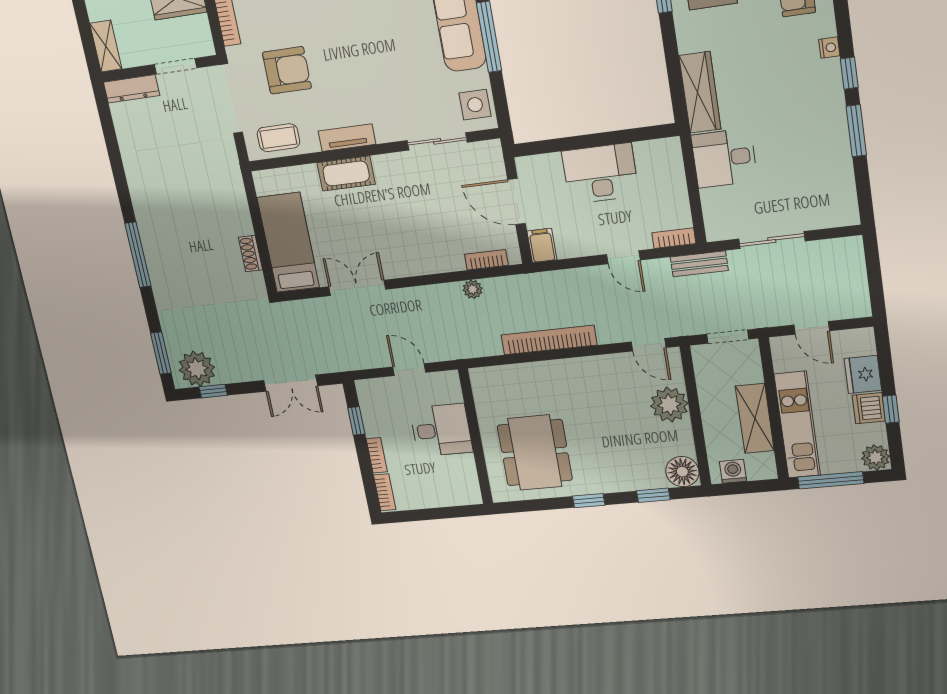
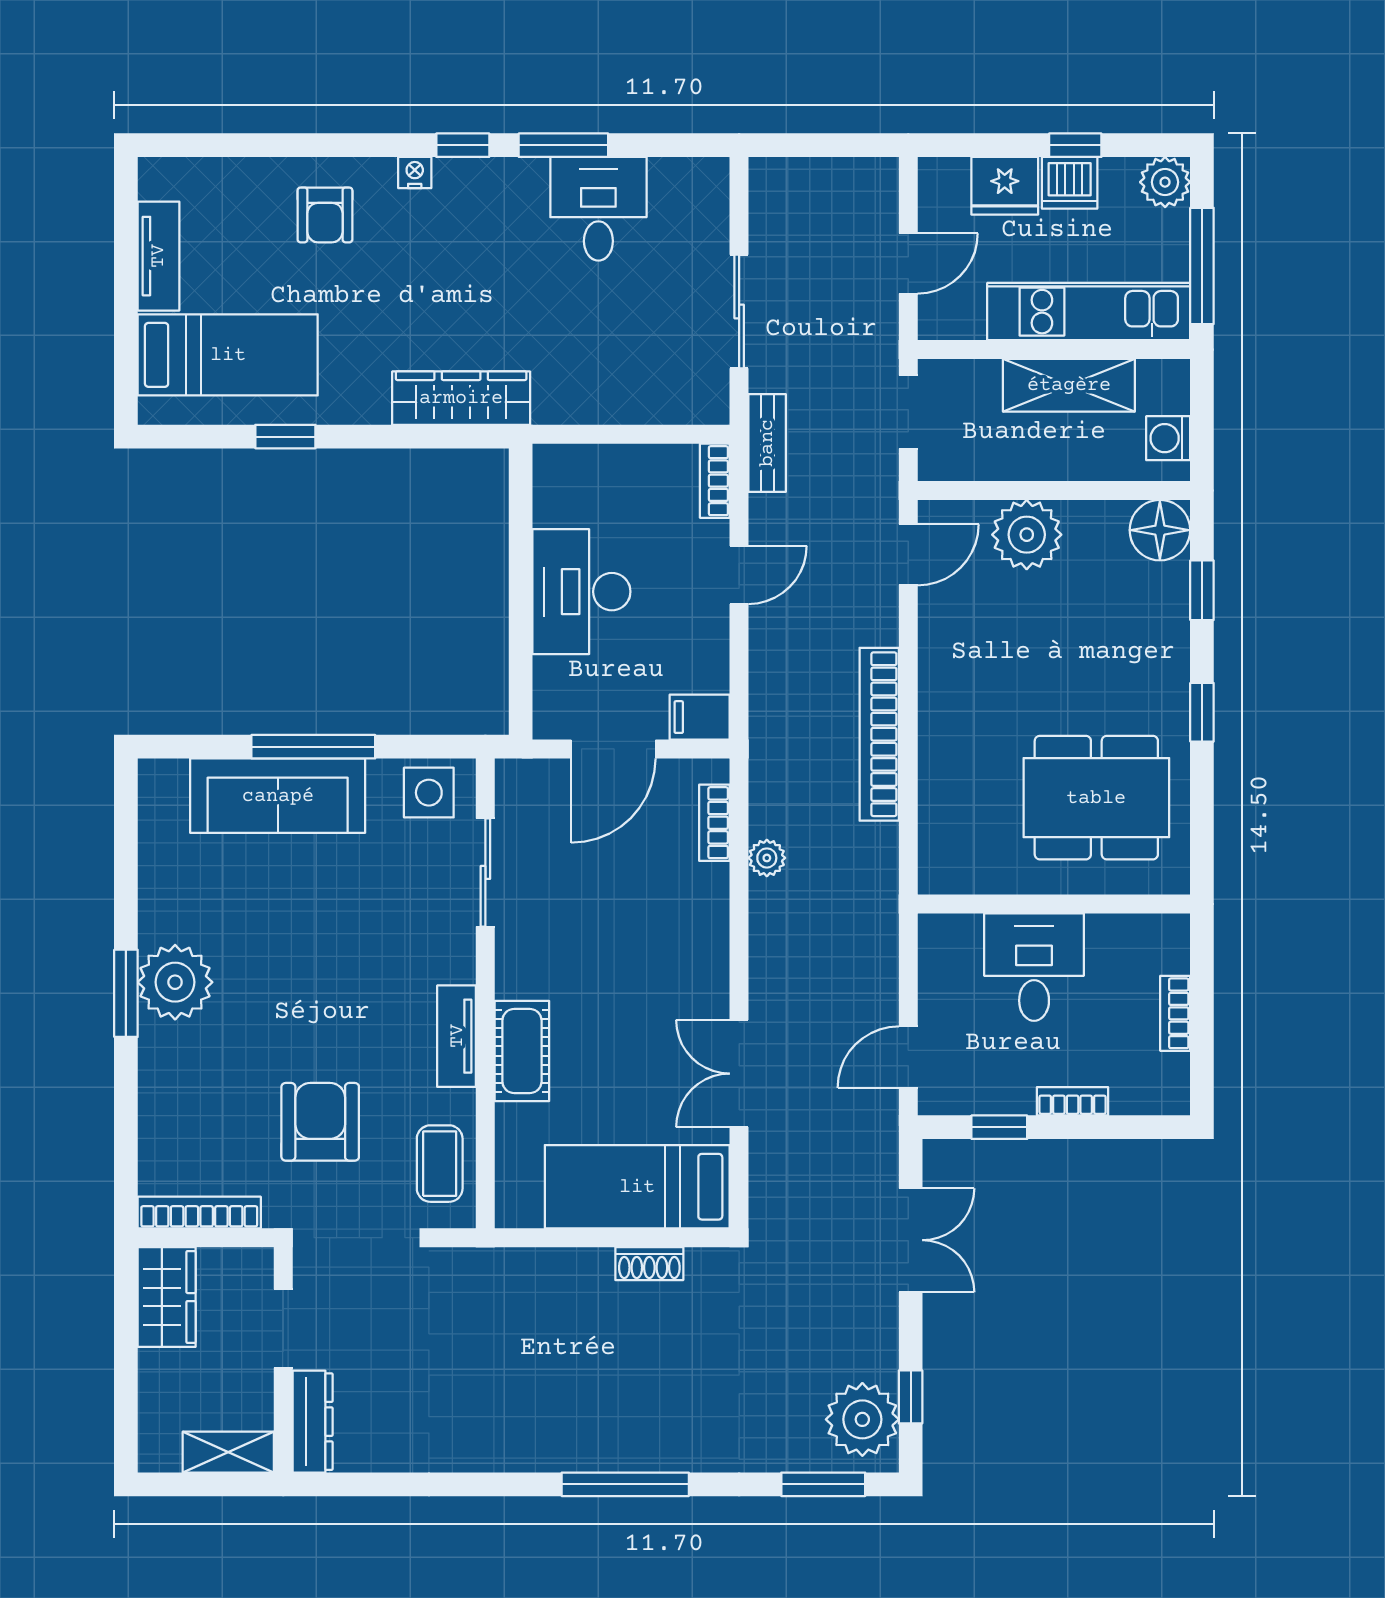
desk: (724, 158) -> (598, 209), moved, turned 180
door: (409, 370) -> (908, 1057), moved
bookcase: (385, 492) -> (1175, 1013), moved, turned -90

